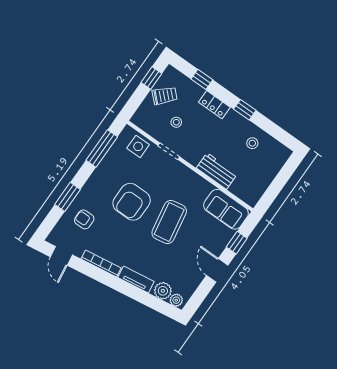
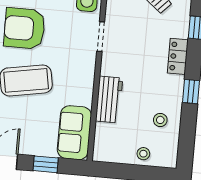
stool: (176, 122) -> (143, 154), moved

